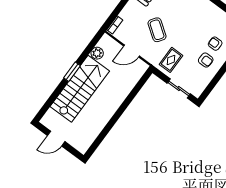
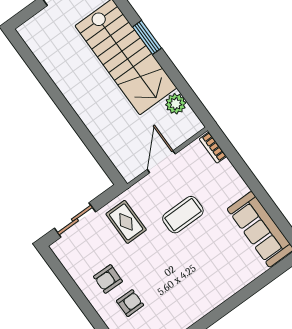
coffee table: (157, 30) -> (183, 215), turned -35
window: (72, 72) -> (147, 37), moved

